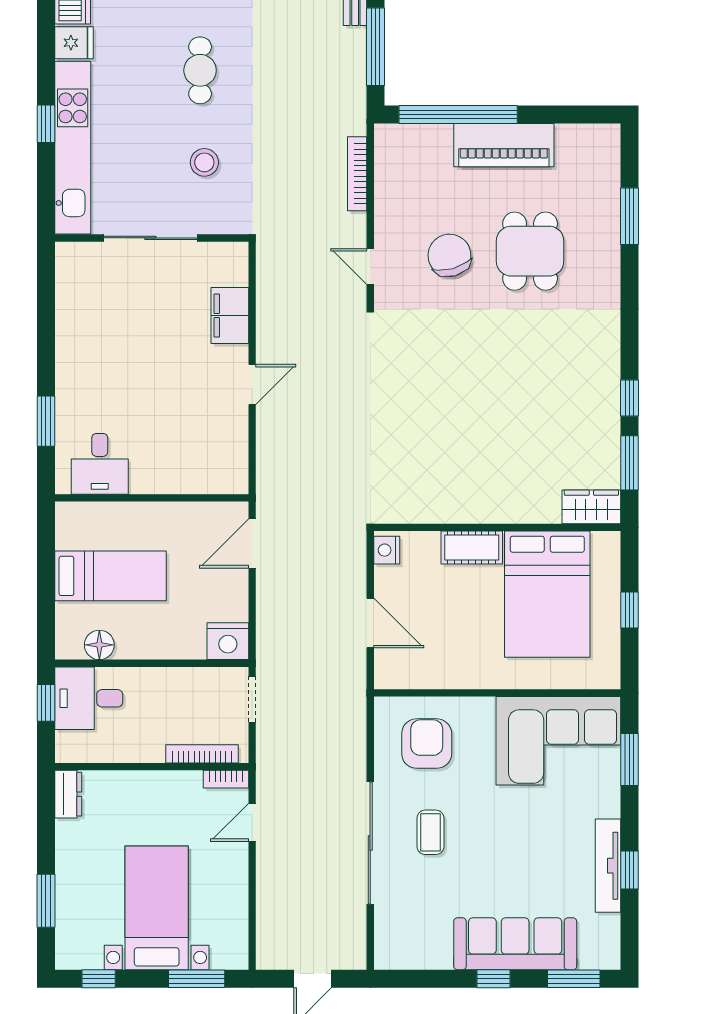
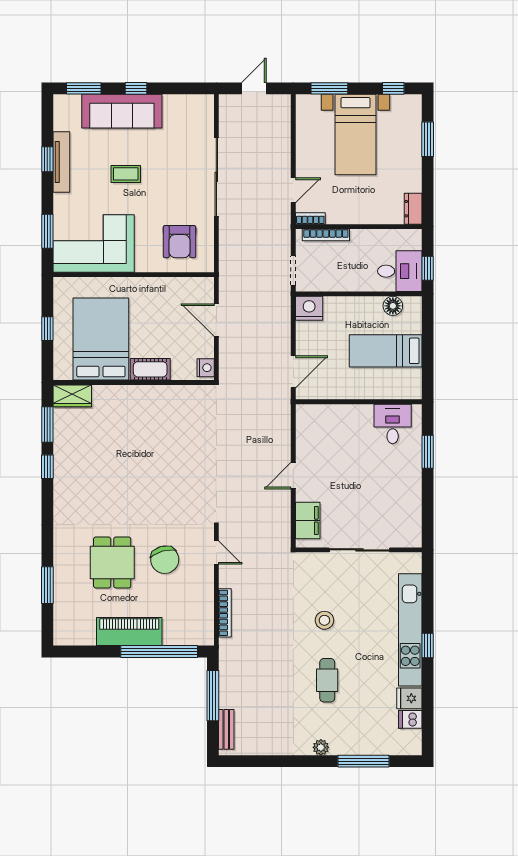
sliding door: (150, 238) -> (360, 550), moved
wall: (152, 238) -> (359, 550), moved
coffee table: (431, 832) -> (126, 174), moved, turned 90

